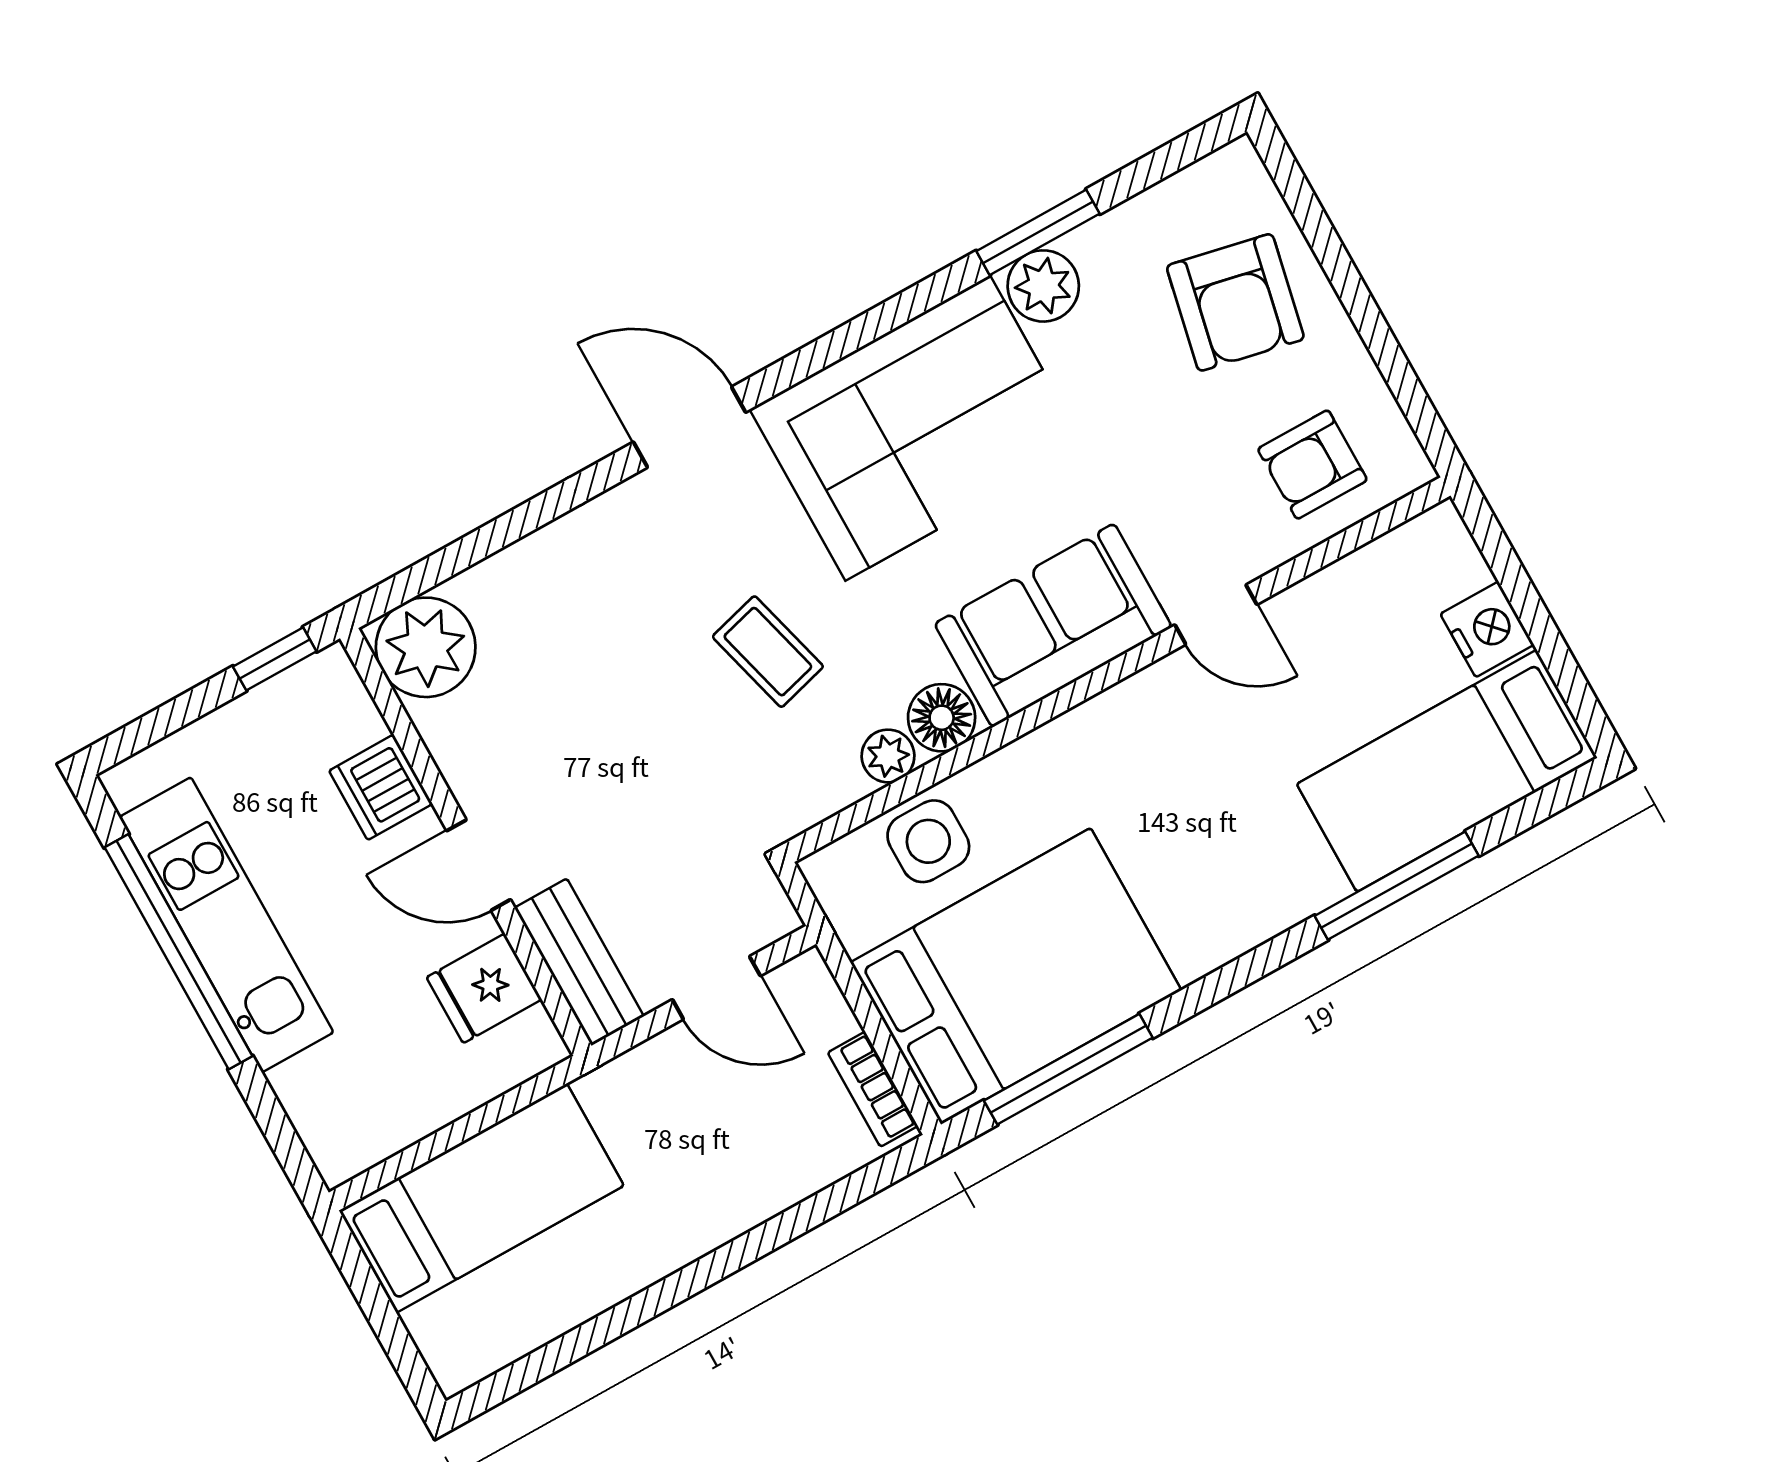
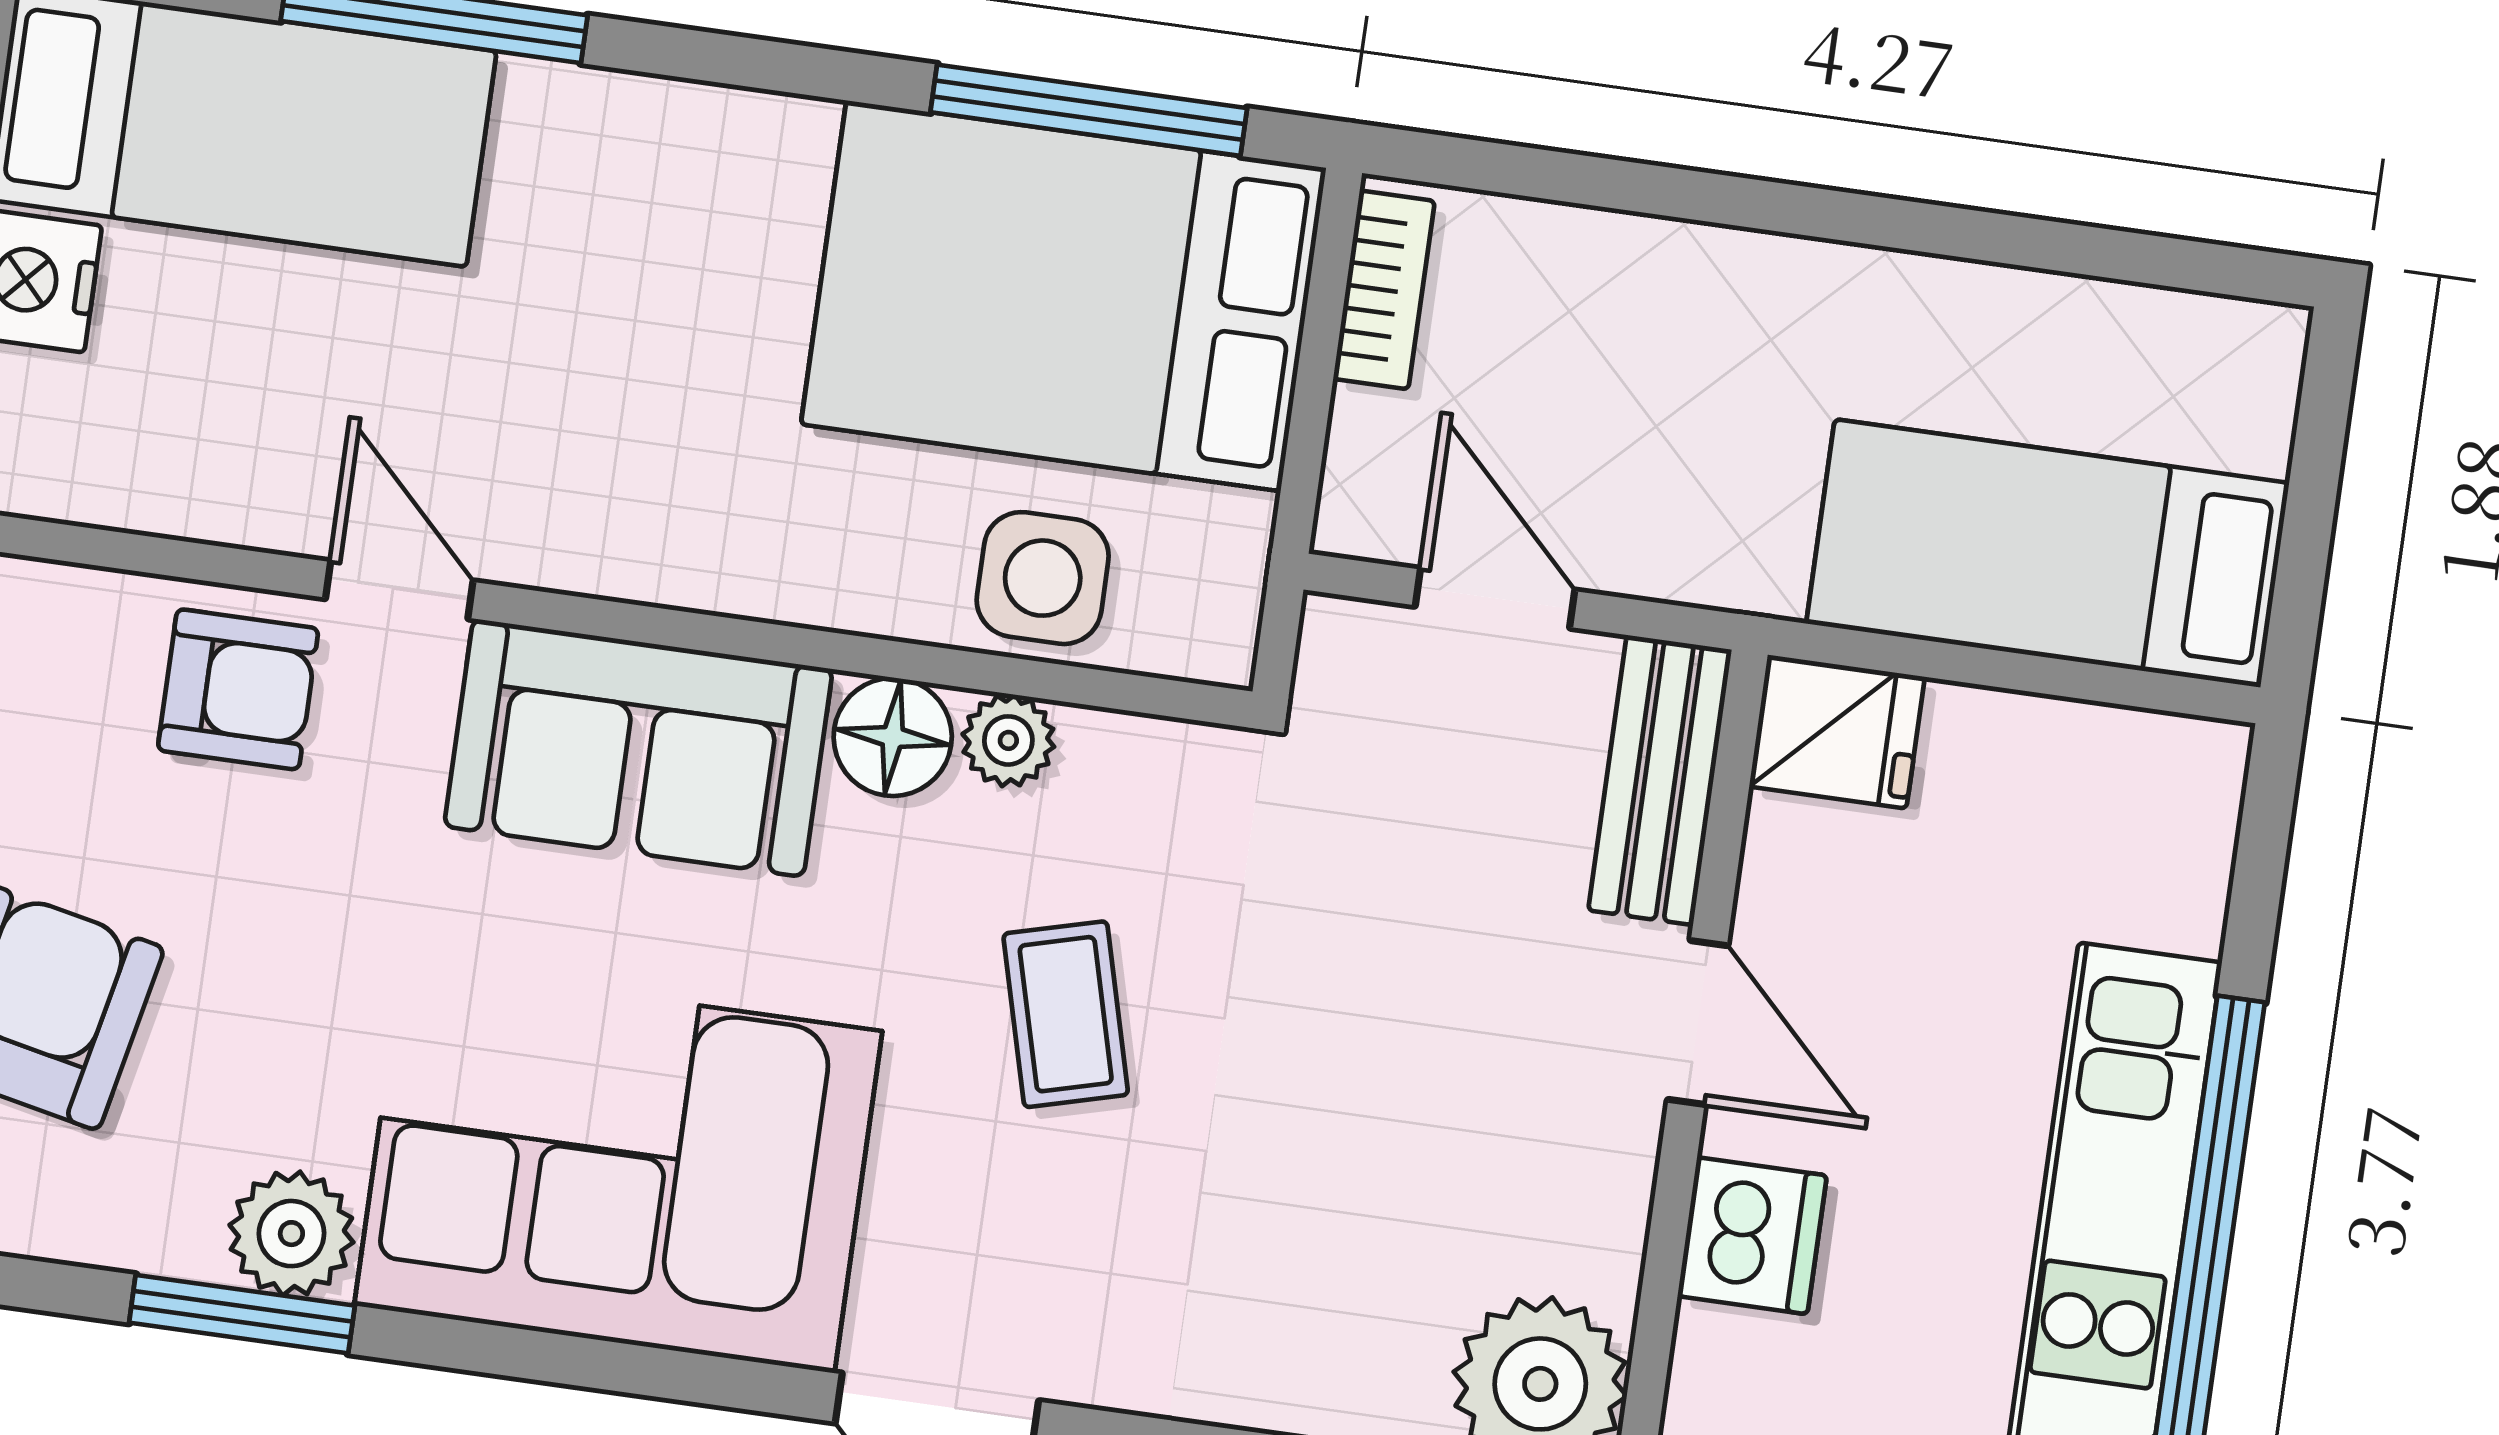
armchair: (1312, 465) -> (238, 689), moved
fridge: (484, 988) -> (1837, 732), moved

